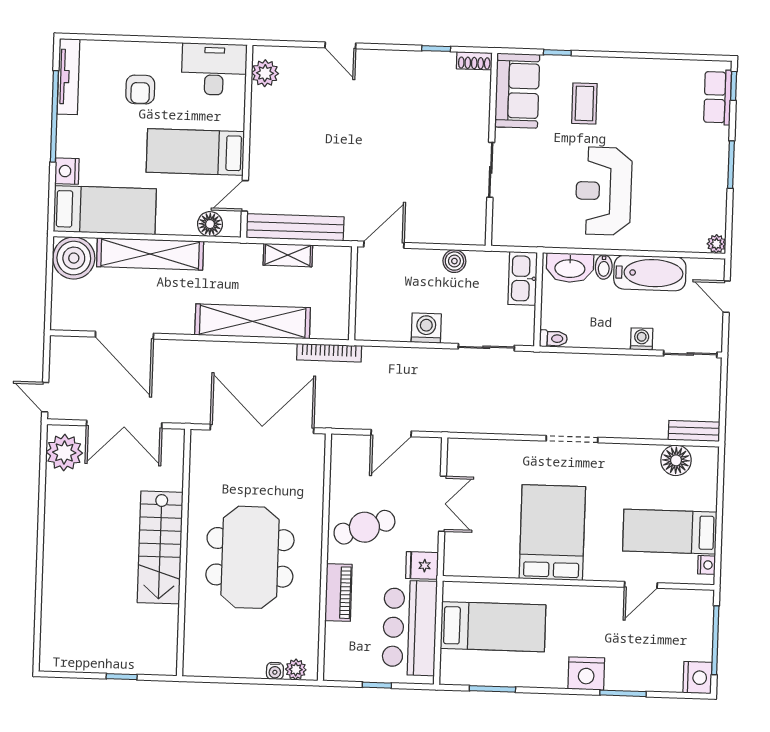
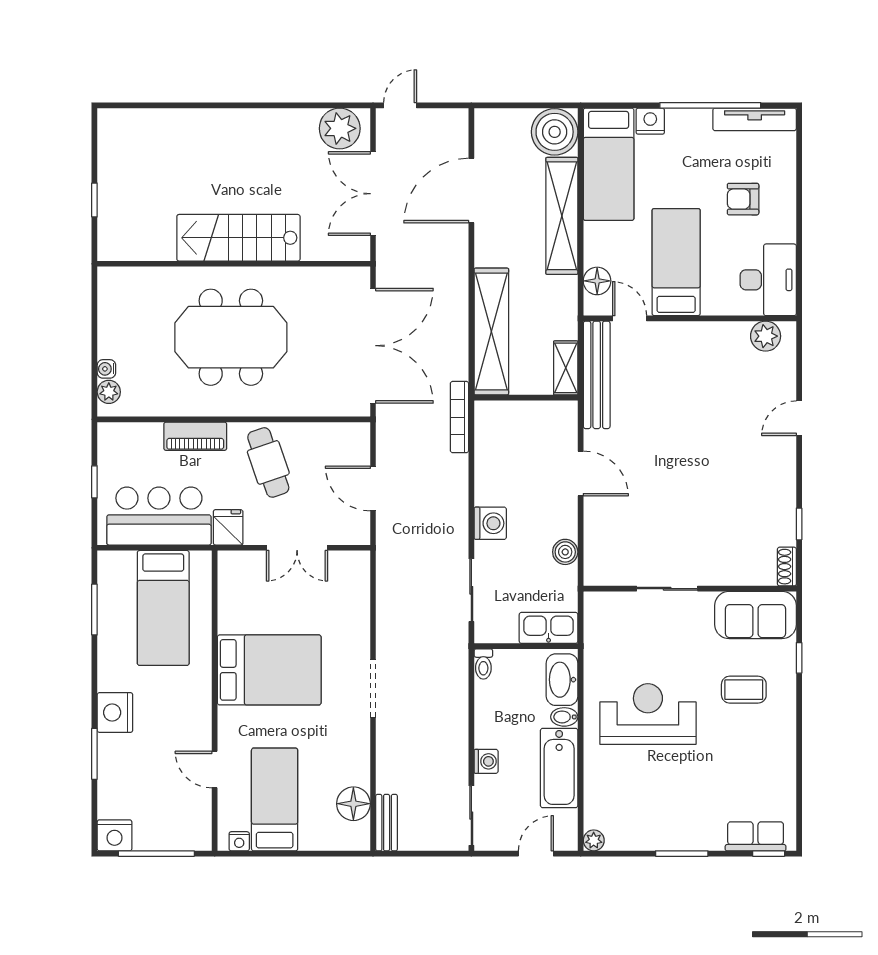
wall: (353, 293) -> (526, 398), moved

